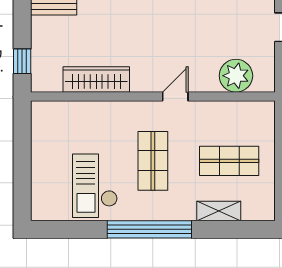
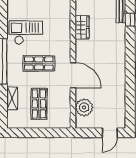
wardrobe: (96, 79) -> (82, 27), width x0.67
door: (175, 97) -> (73, 75), width x1.87

